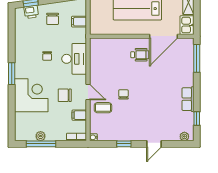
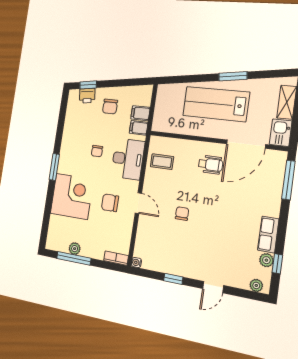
coffee table: (103, 108) -> (162, 162), moved
filing cabinet: (79, 115) -> (139, 128), moved
plant: (189, 117) -> (266, 260), added

